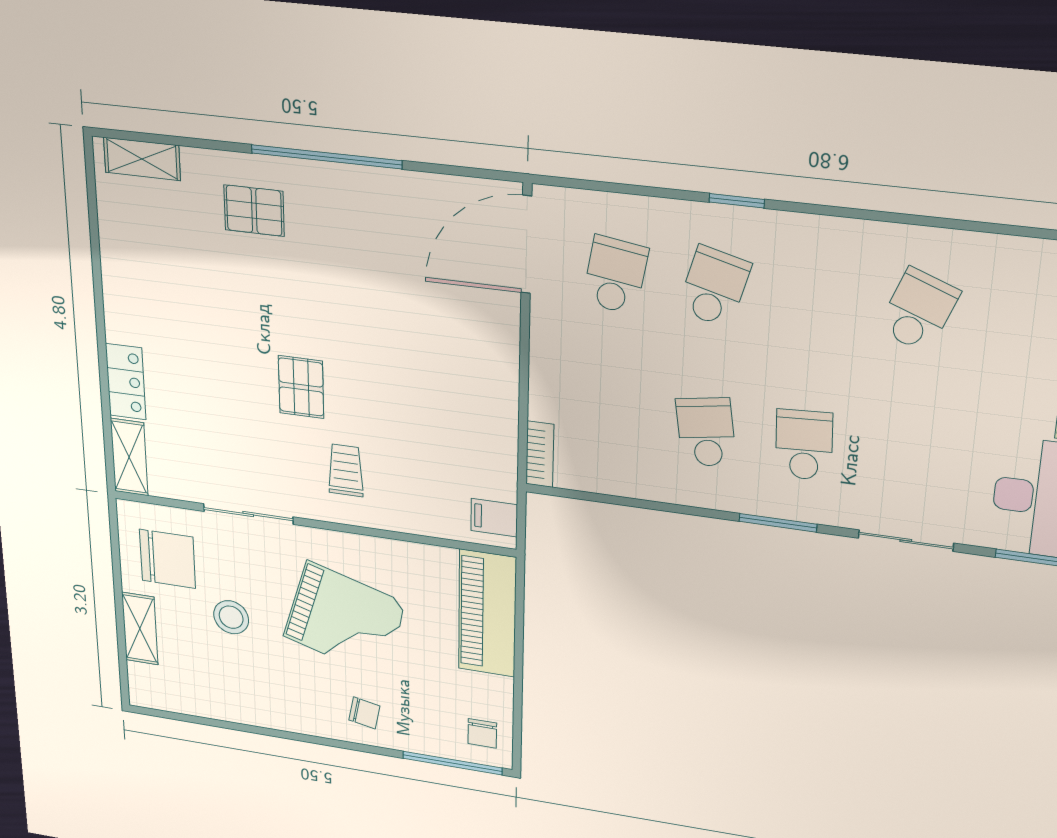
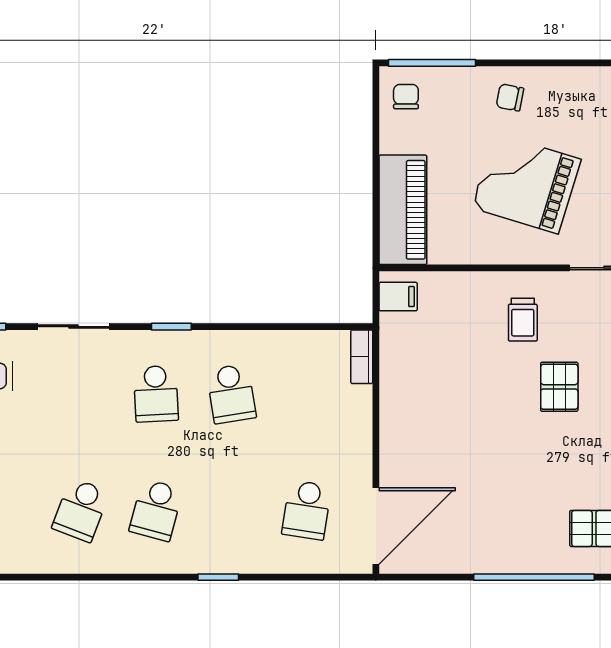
school desk: (714, 287) -> (156, 510), moved
window: (778, 523) -> (171, 327), width x0.67

